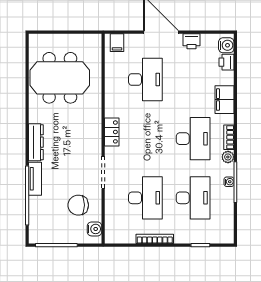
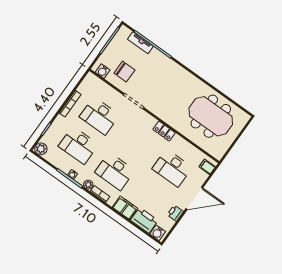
printer: (227, 62) -> (144, 220), width x1.87, depth x1.48
meeting table: (60, 78) -> (211, 116), turned 90
locker: (112, 132) -> (164, 131), moved
dresser: (36, 142) -> (182, 73), removed
tv unit: (35, 179) -> (140, 43), moved
chair: (78, 205) -> (124, 72), turned 90
plant: (226, 236) -> (41, 149), added

